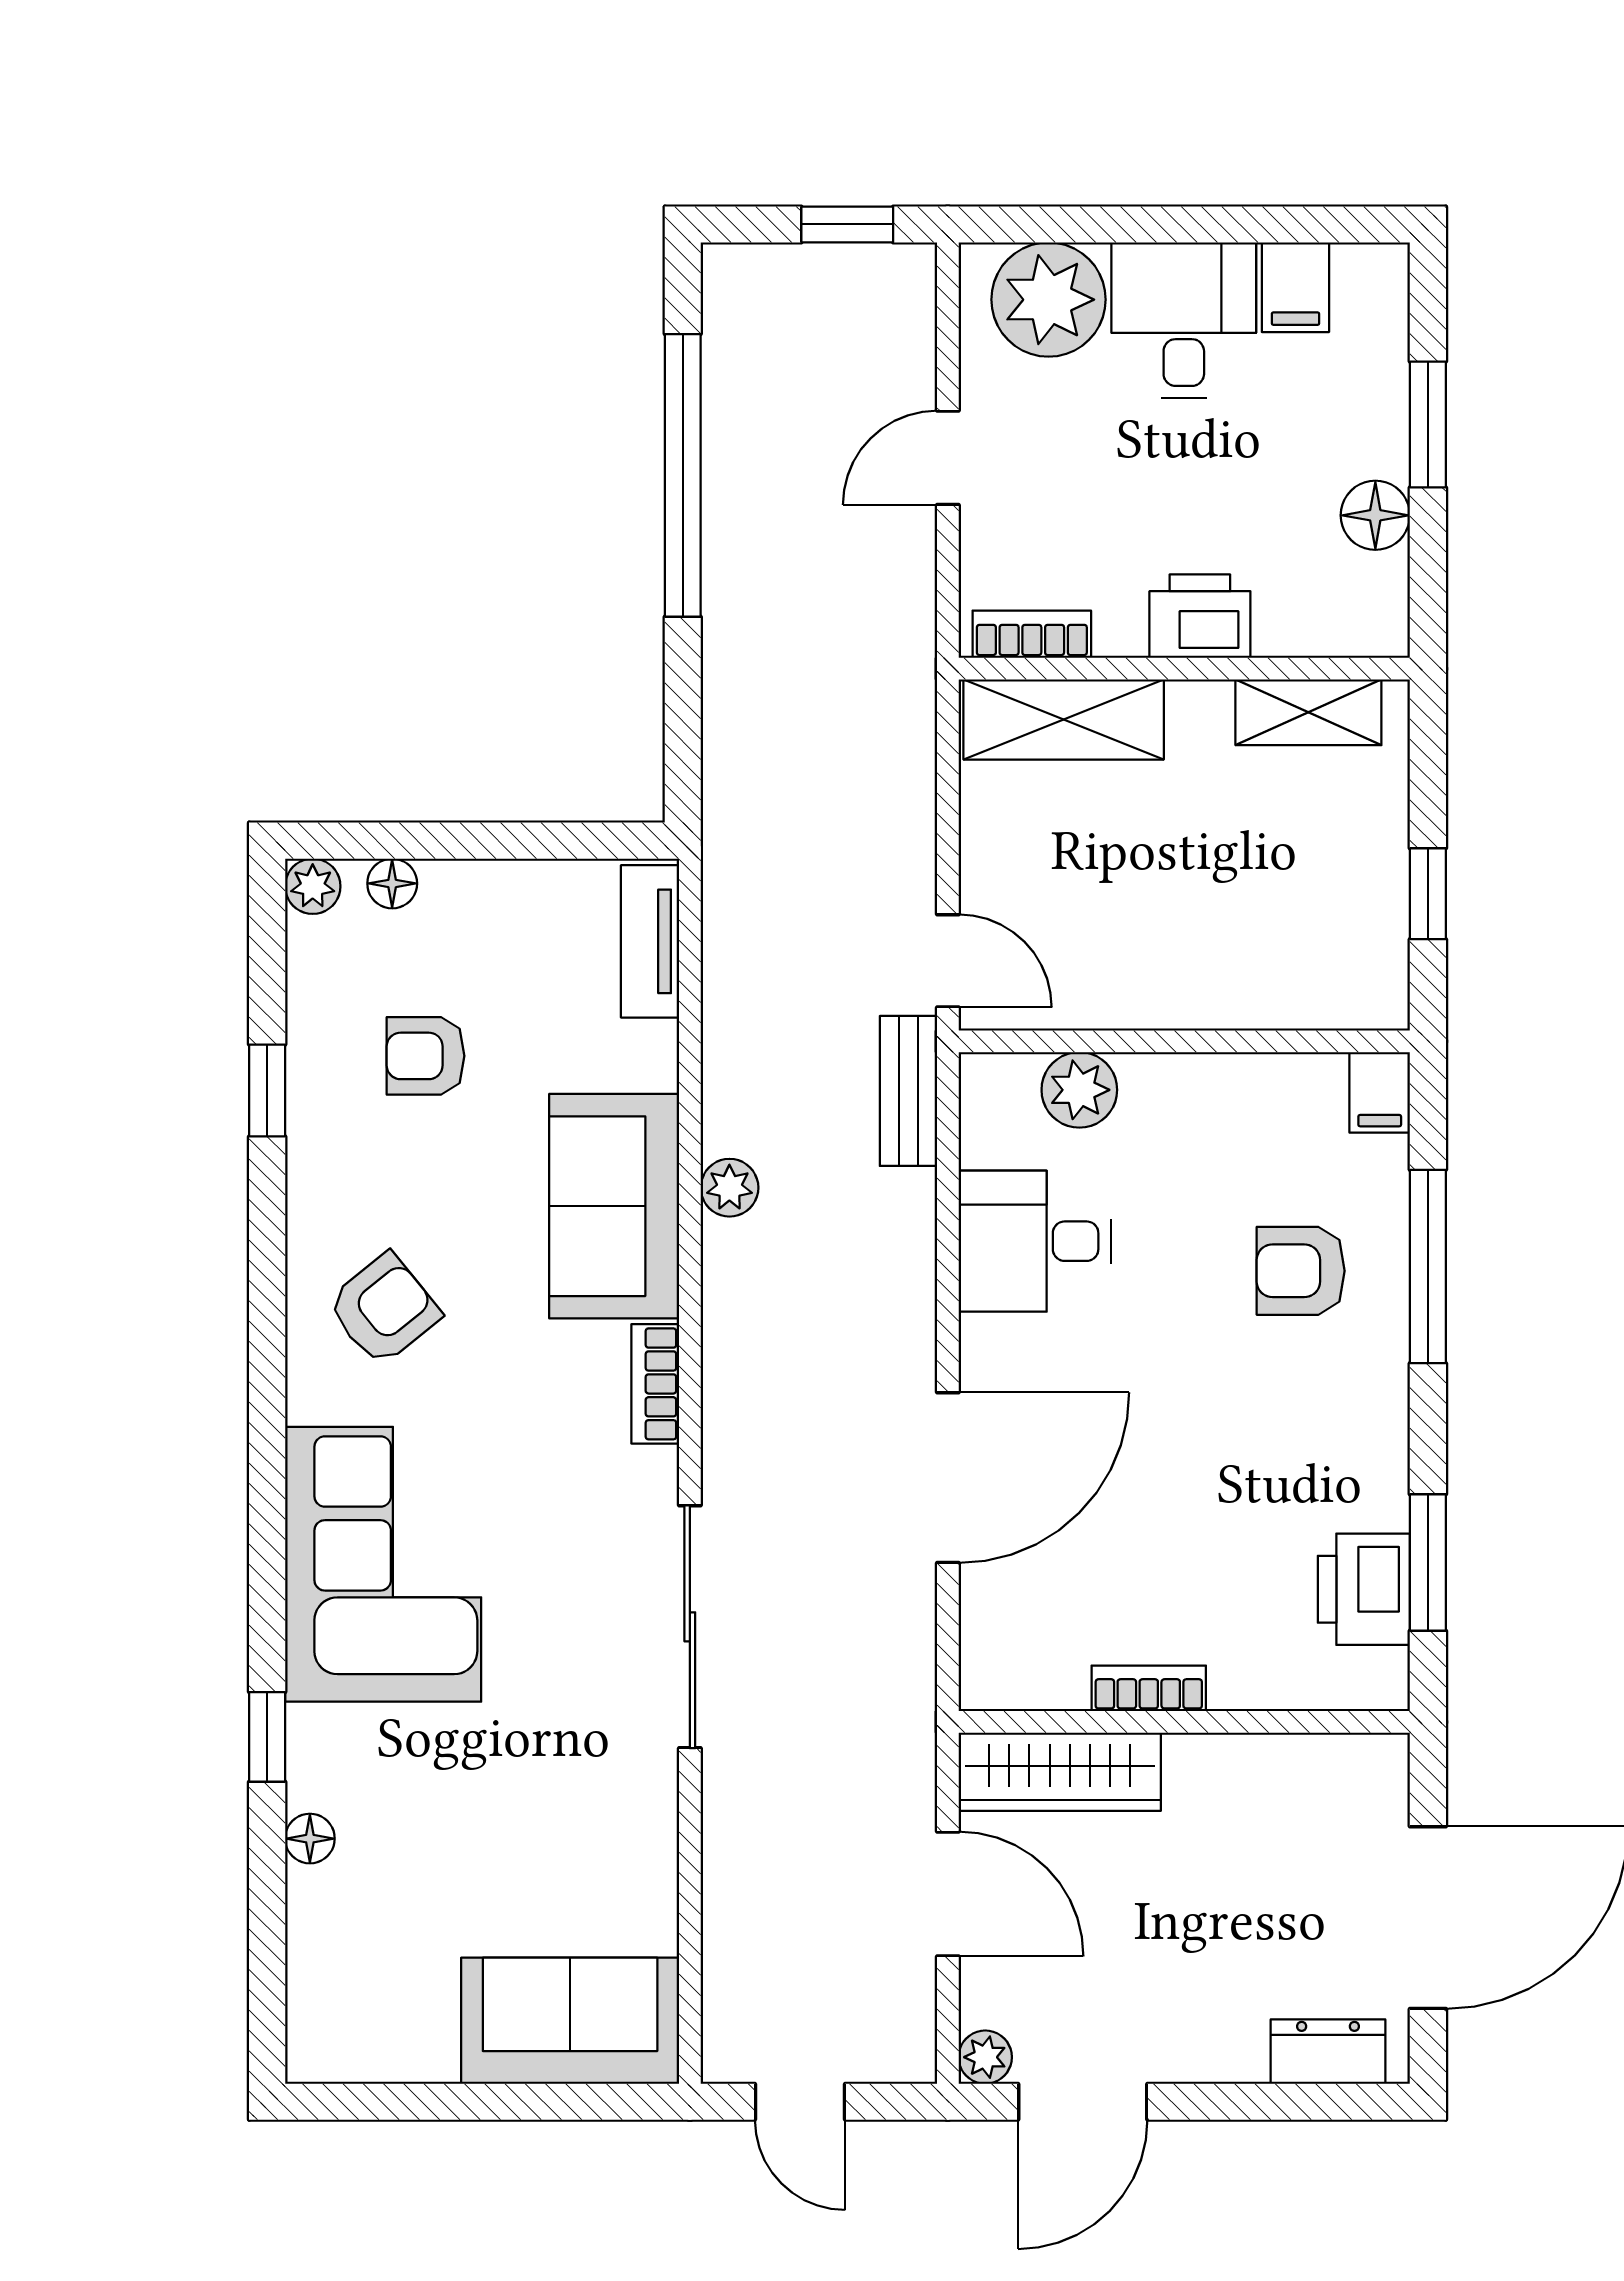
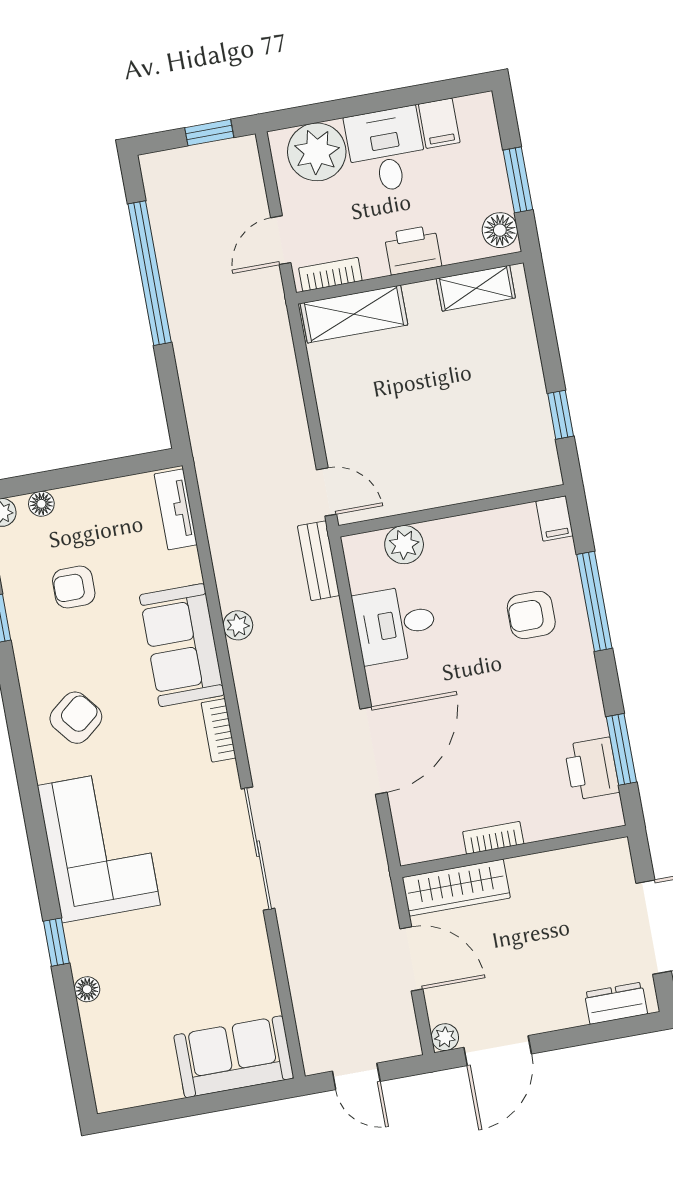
printer: (1200, 616) -> (413, 250), moved
bookcase: (1032, 634) -> (330, 274), moved
wall: (1184, 669) -> (410, 278), moved
shelving: (1308, 712) -> (476, 288), moved
shelving: (1064, 720) -> (354, 314), moved

